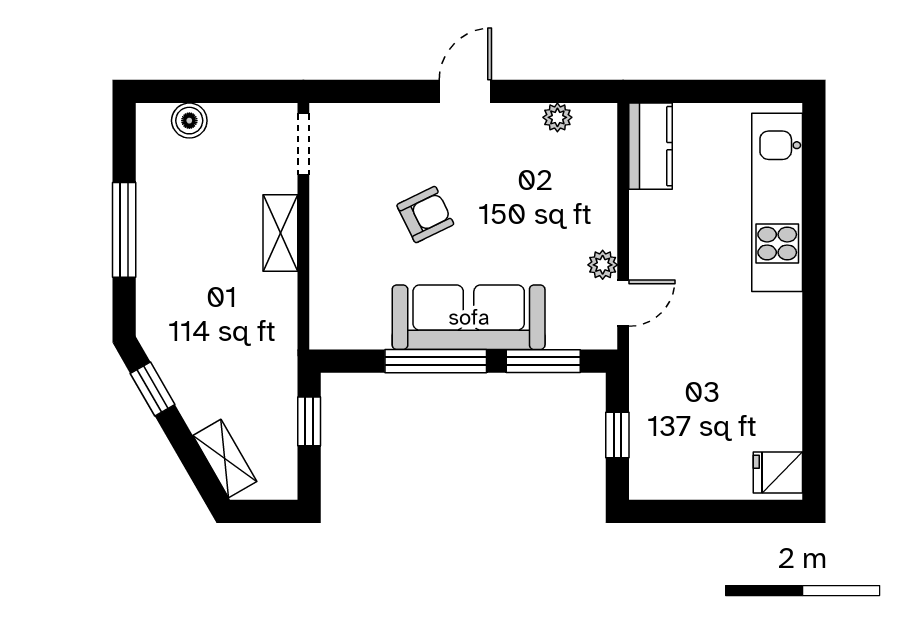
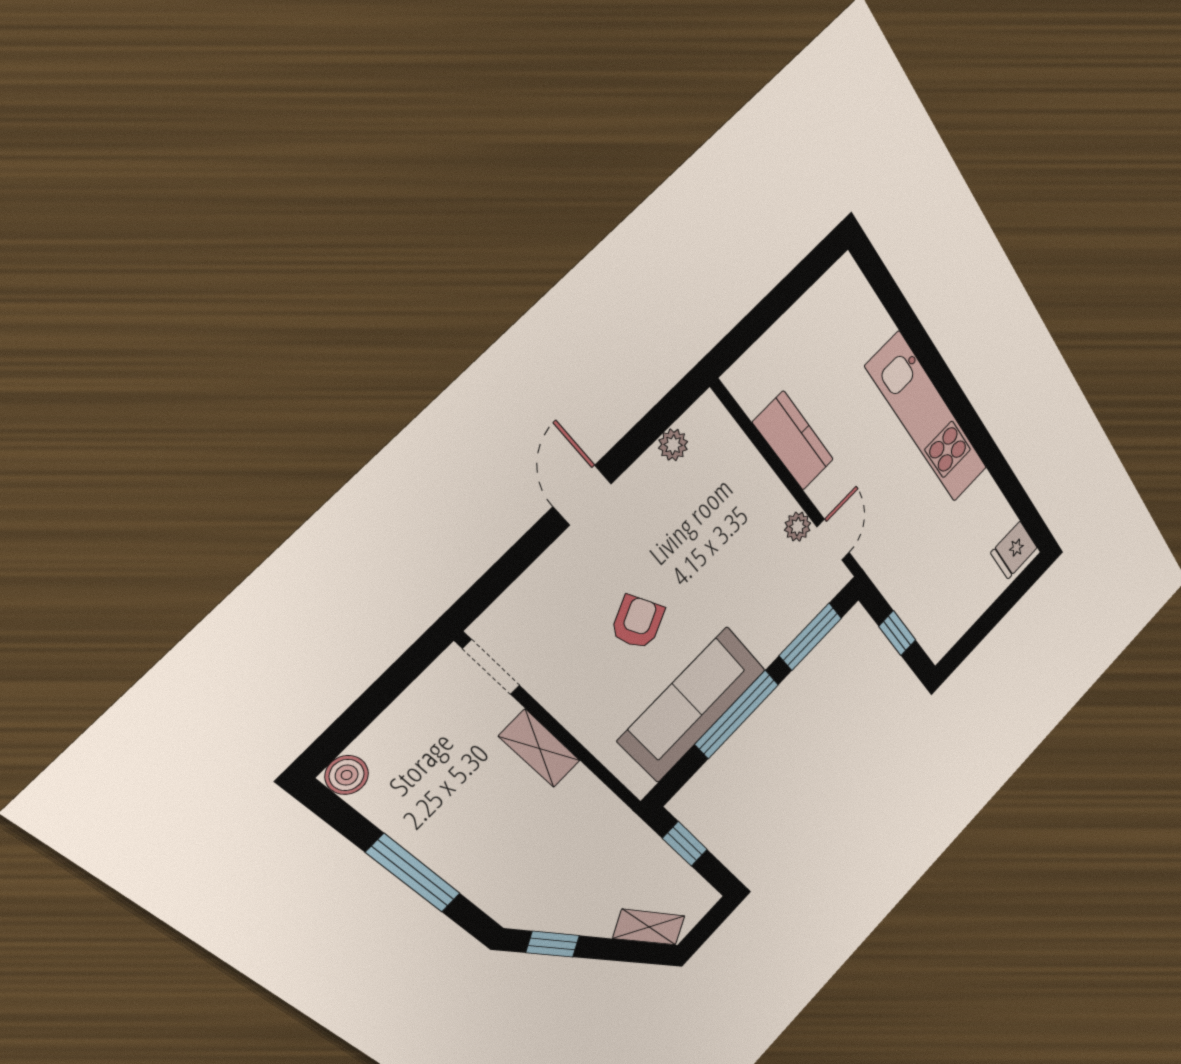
boiler: (189, 121) -> (347, 775), moved
kitchen counter: (651, 146) -> (793, 441), moved
kitchen unit: (777, 202) -> (928, 419), moved
sofa: (469, 317) -> (692, 705), moved

